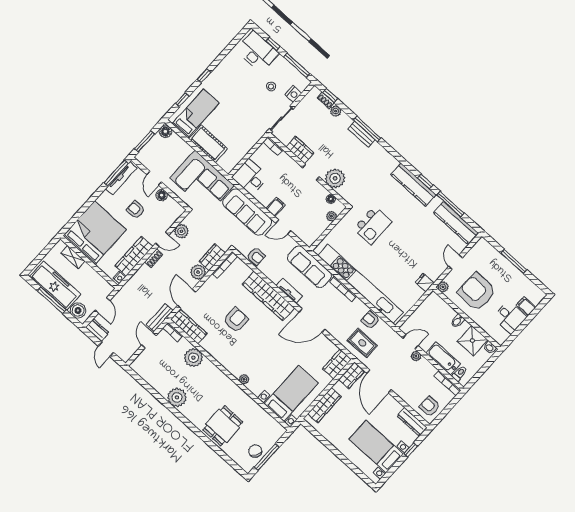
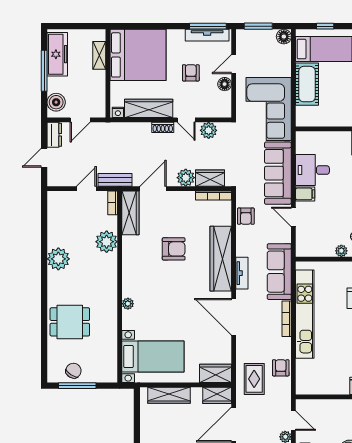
desk: (250, 177) -> (312, 170), moved, turned -90
kitchen unit: (360, 284) -> (305, 314), width x0.73
freezer: (55, 286) -> (57, 54), width x0.73, depth x0.79

